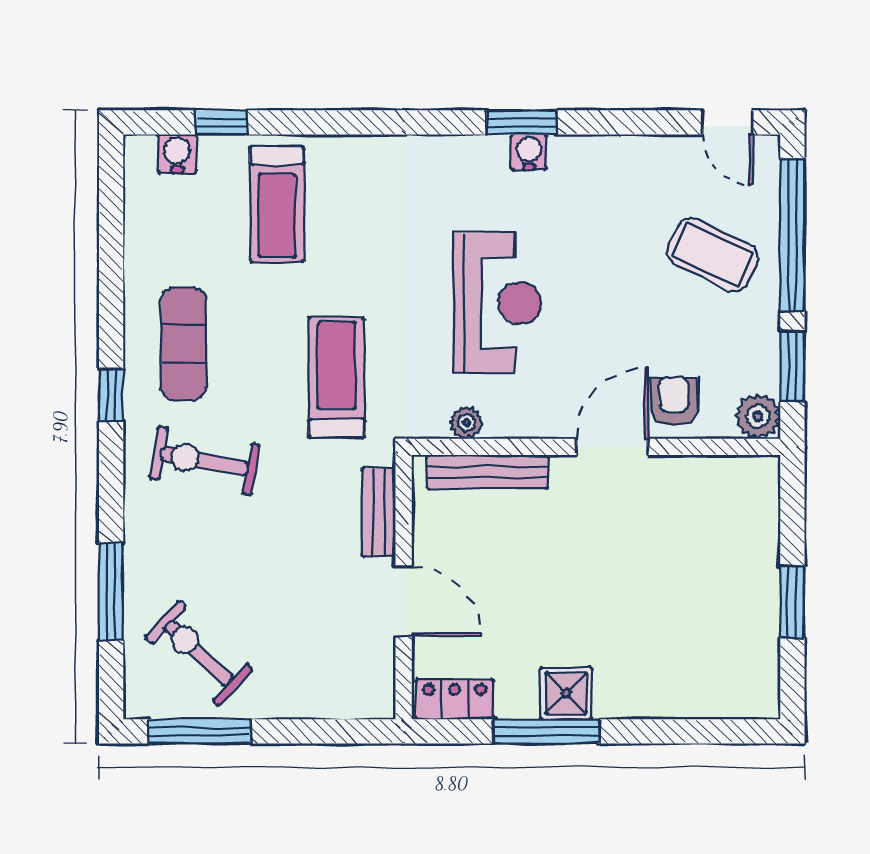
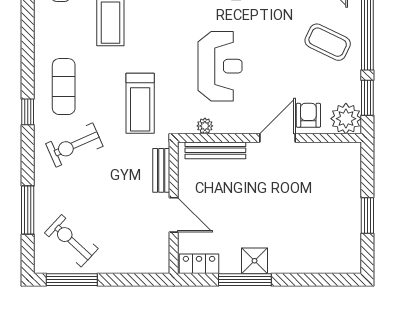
treadmill: (336, 378) -> (140, 103), turned 180
plant: (758, 416) -> (346, 119), width x1.36, depth x1.36
exercise bike: (205, 461) -> (74, 145), turned -34

